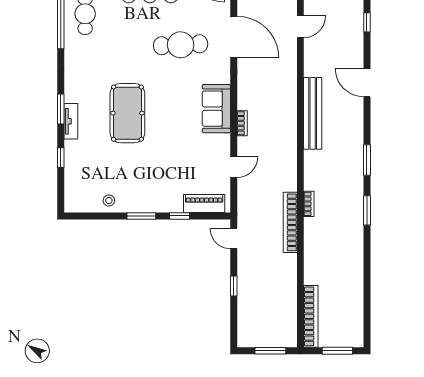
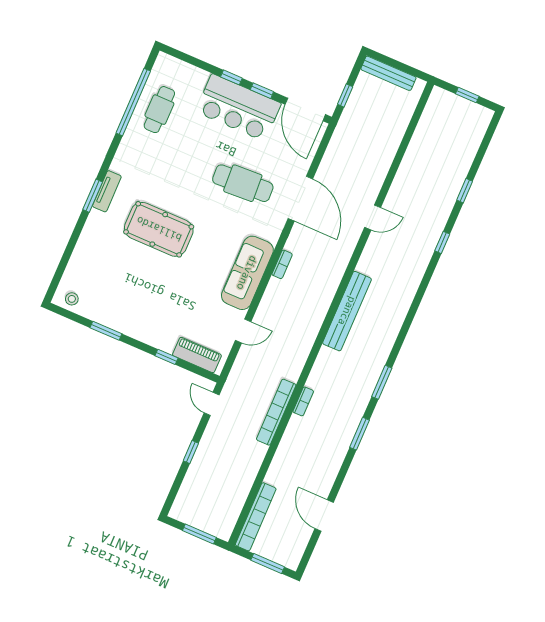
door: (367, 83) -> (324, 515), moved
sofa: (216, 109) -> (247, 273), width x1.36
pool table: (127, 113) -> (159, 229), turned 90
tv unit: (71, 121) -> (107, 191), moved
bookcase: (242, 123) -> (282, 264), moved
window: (61, 158) -> (71, 245), removed
stool: (109, 201) -> (72, 299), moved
window: (141, 216) -> (106, 331), moved

